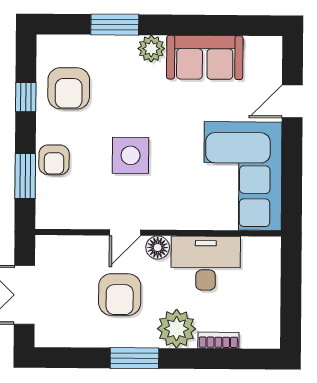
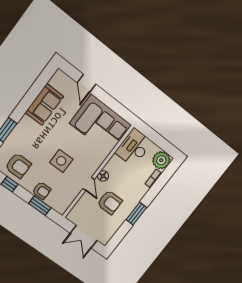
plant: (151, 49) -> (26, 123), removed
desk: (206, 263) -> (134, 147), moved
plant: (176, 329) -> (161, 160), moved

